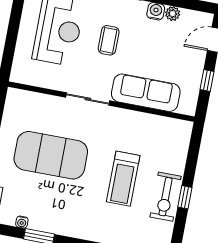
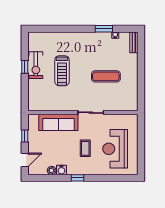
exercise mat: (51, 155) -> (106, 76), width x0.50, depth x0.69
treadmill: (123, 179) -> (62, 71), turned 180
exercise bike: (166, 197) -> (36, 65), turned 180

